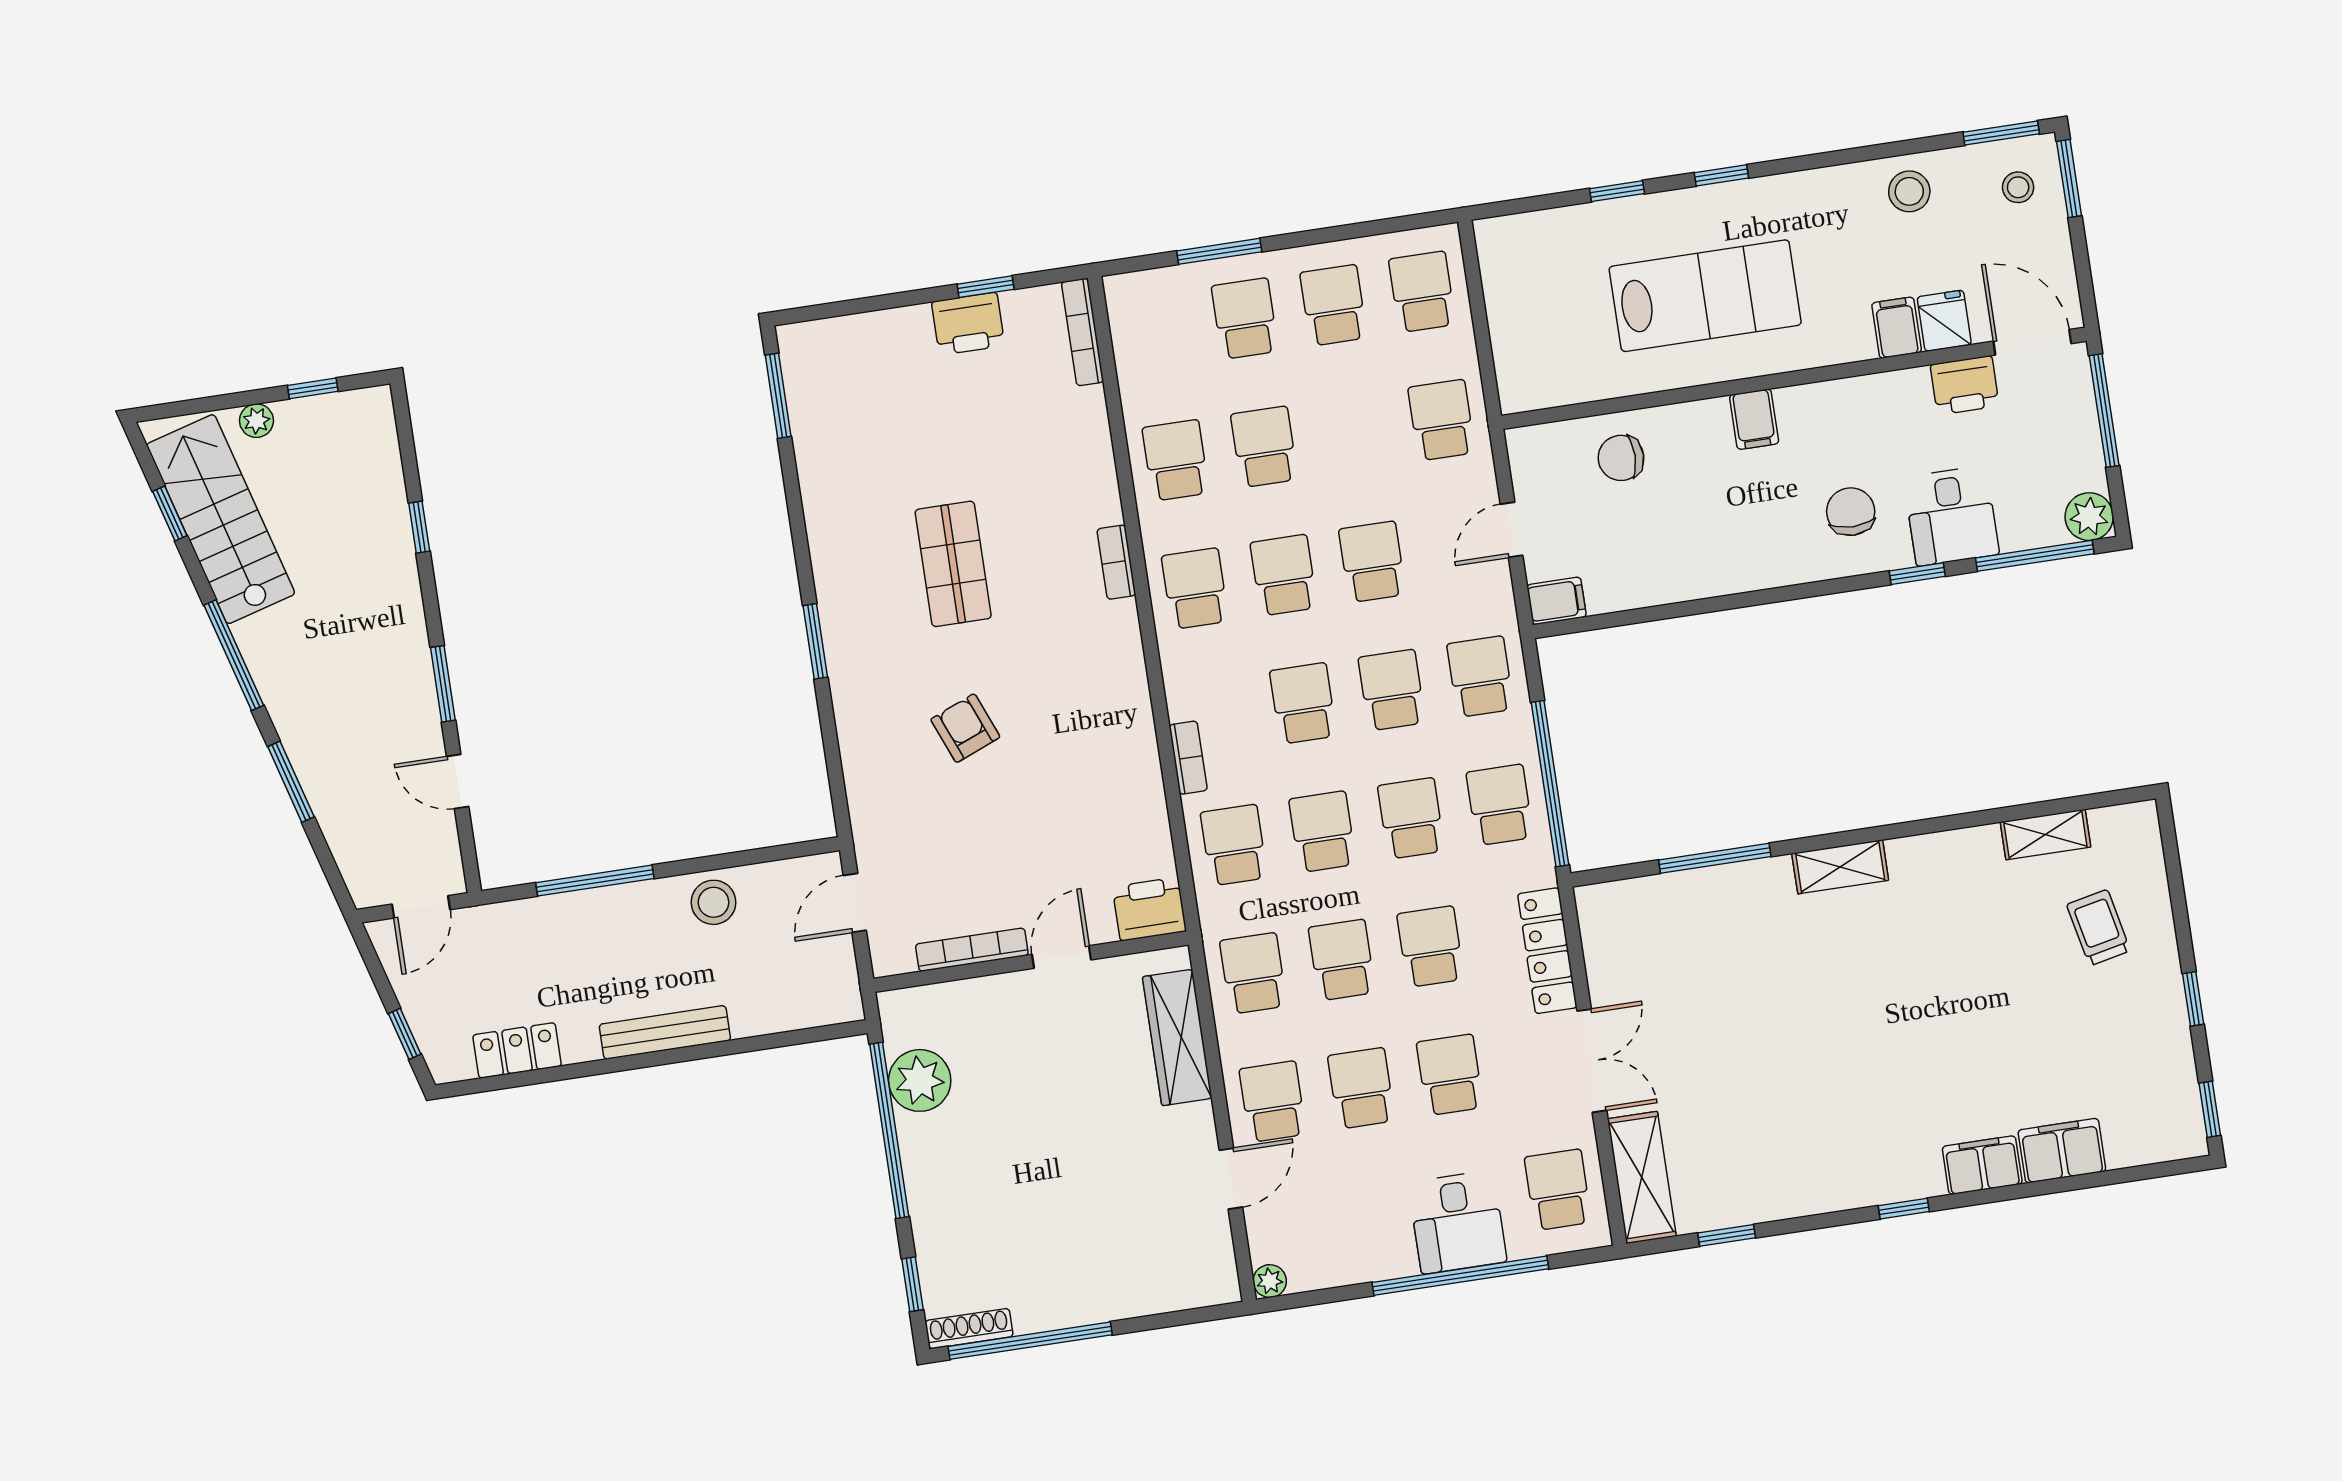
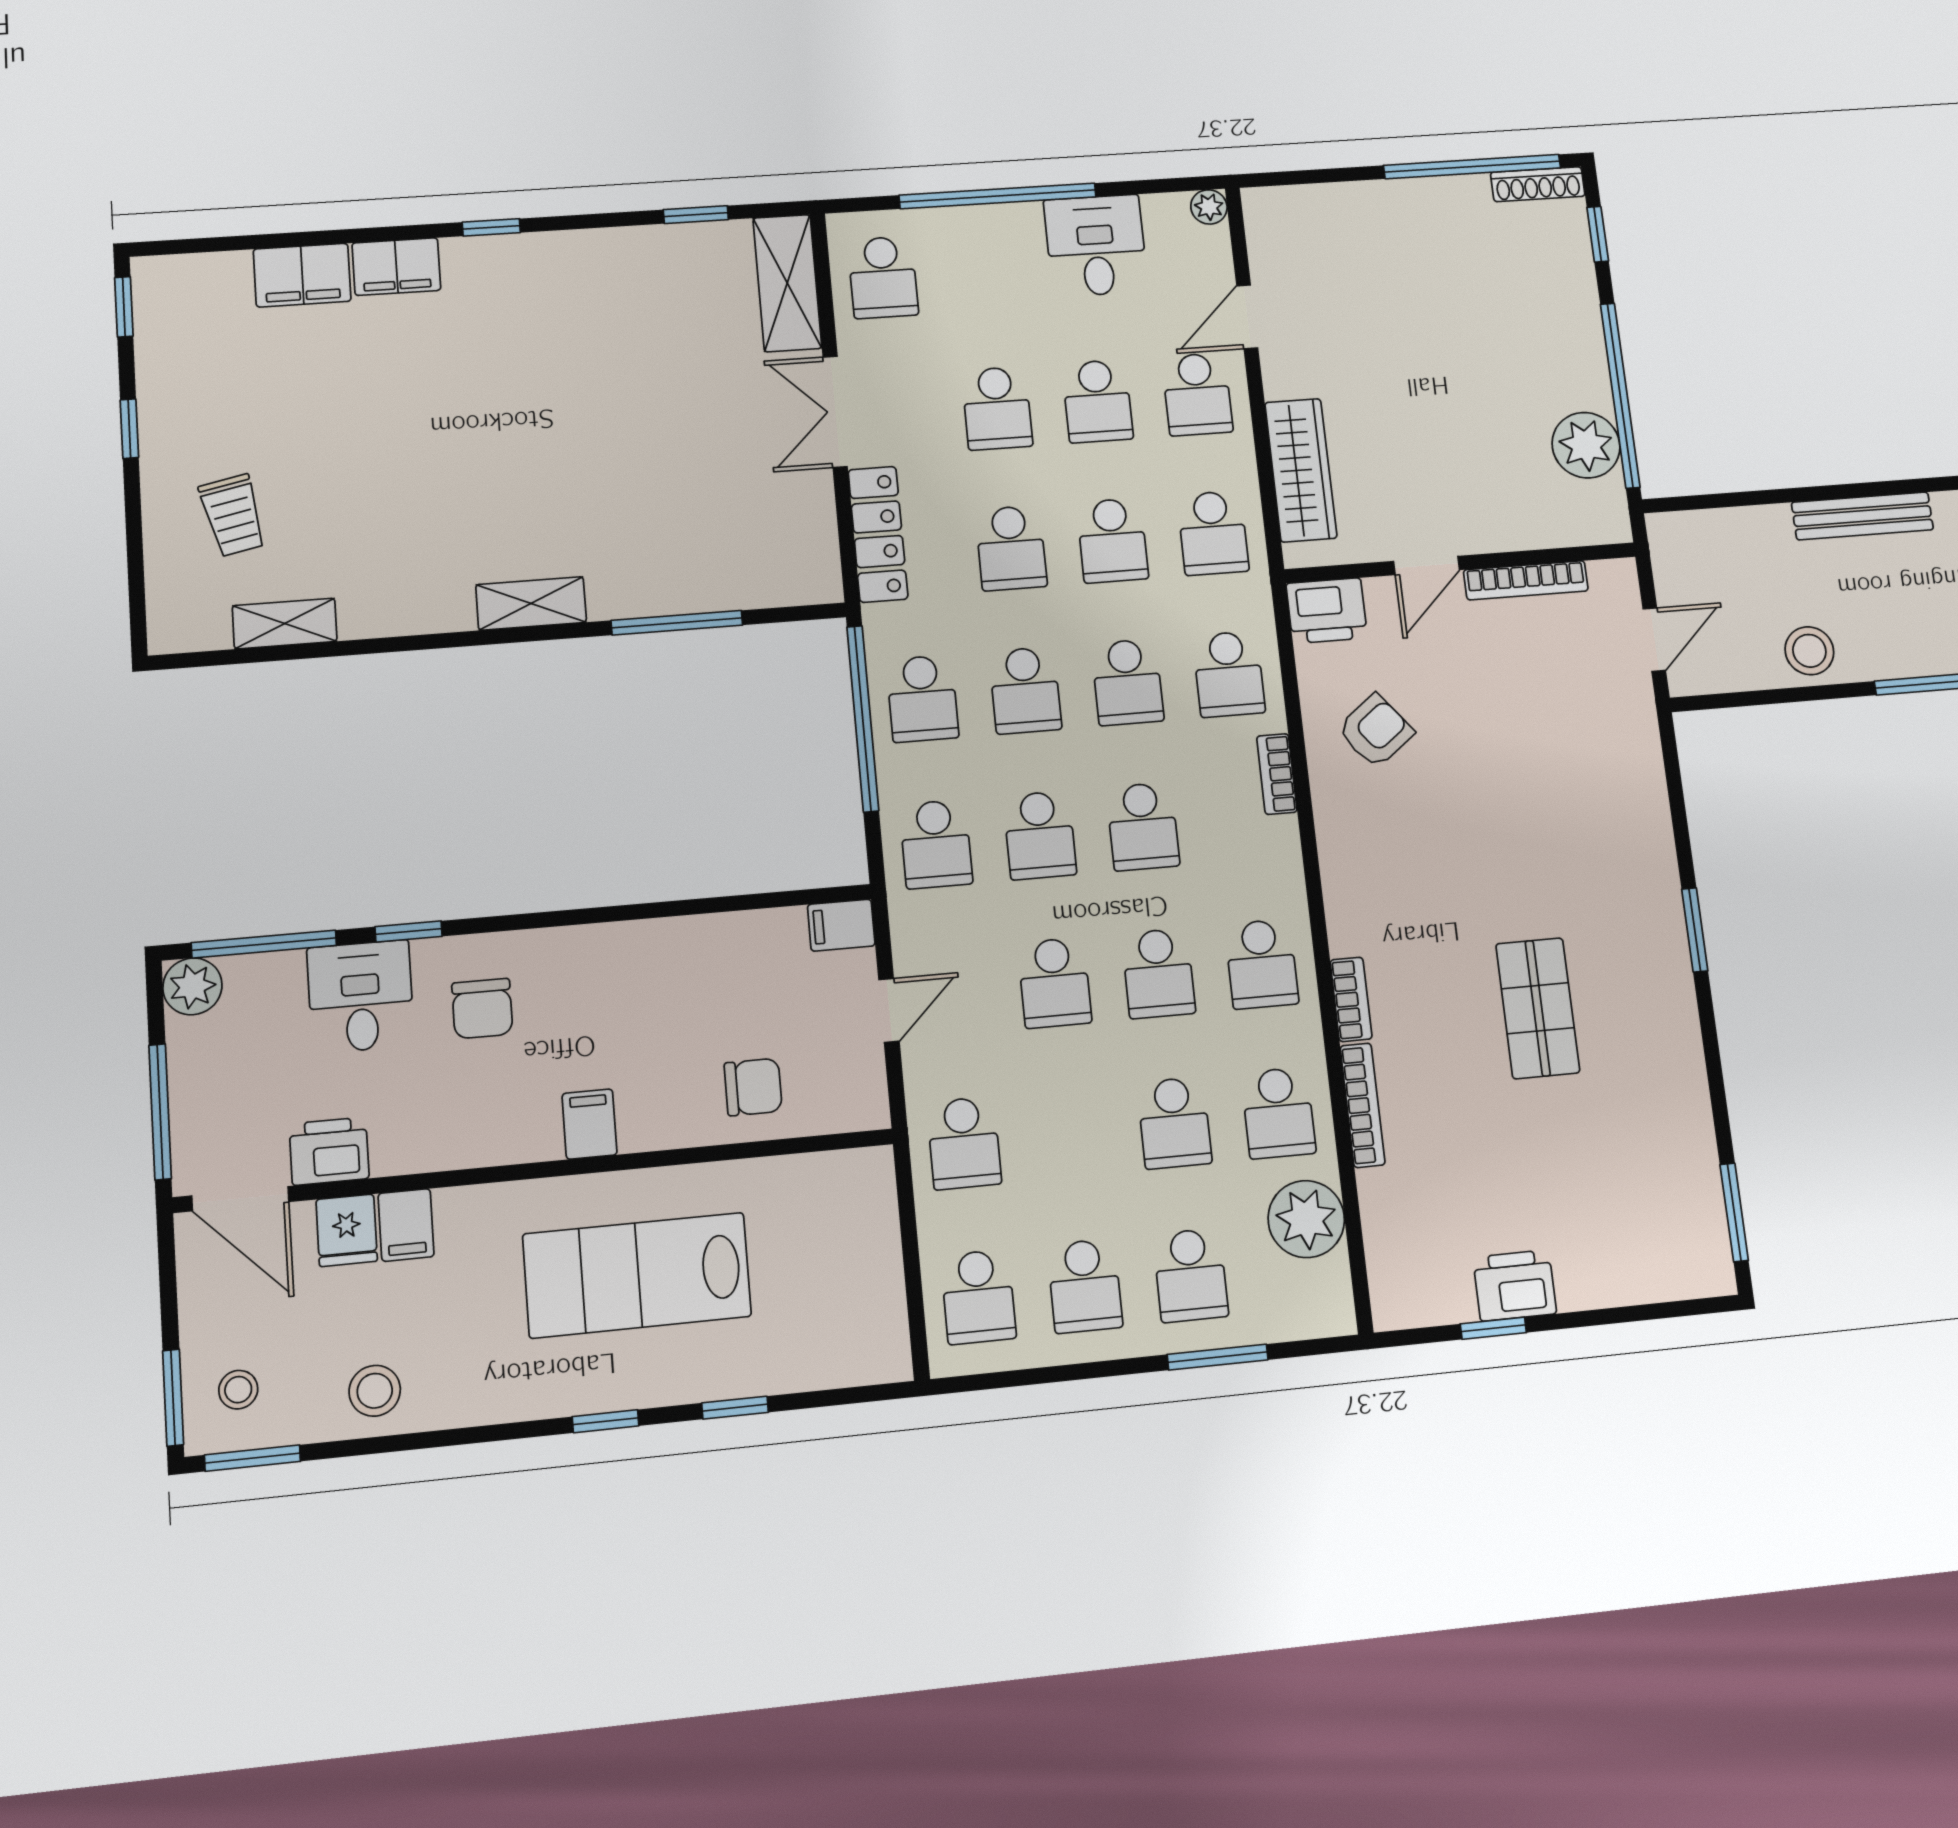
bookcase: (1082, 332) -> (1363, 1105), moved
plant: (1148, 371) -> (1306, 1219), added
armchair: (965, 728) -> (1376, 731), moved, turned -106
desk: (1457, 1222) -> (1096, 246), moved

